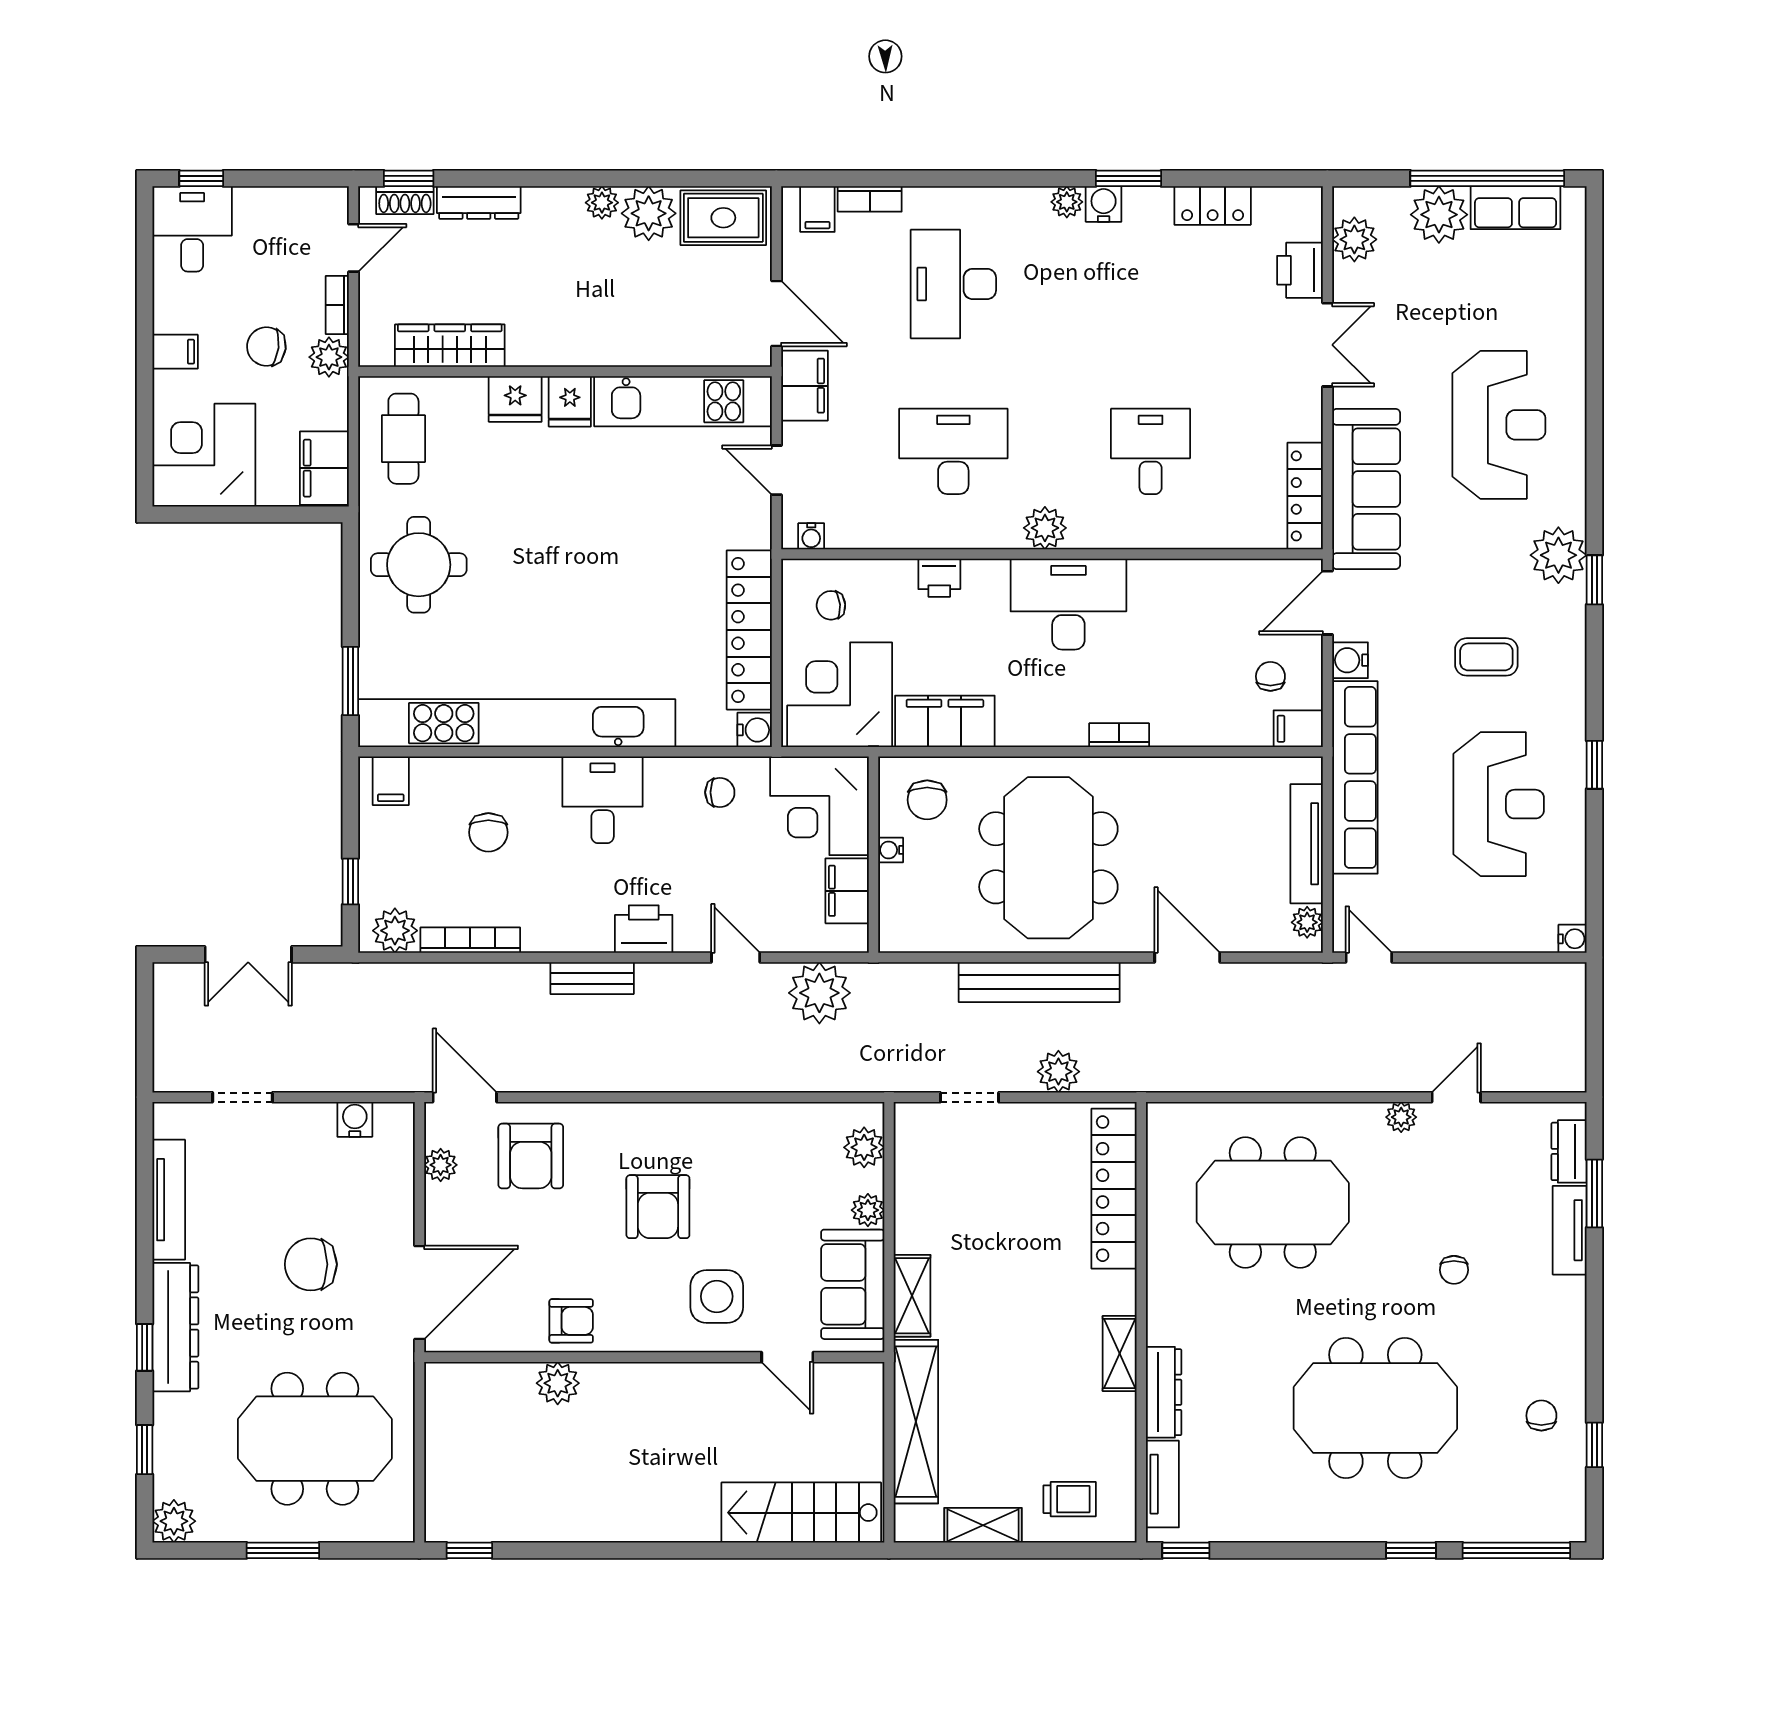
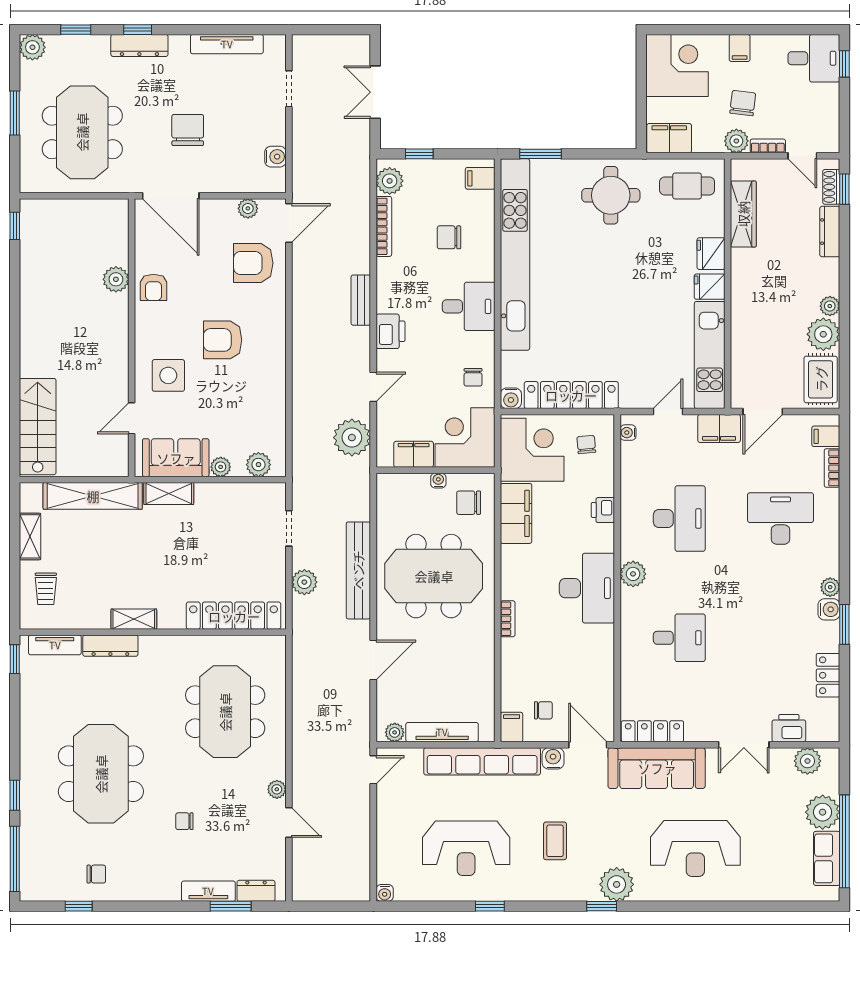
dresser: (175, 1327) -> (139, 45), width x0.73, depth x0.80

